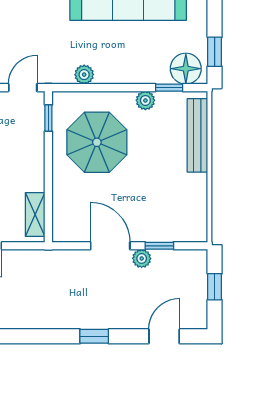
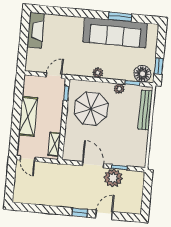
plant: (84, 75) -> (98, 73), moved
plant: (142, 258) -> (113, 178), width x1.87, depth x1.87
window: (215, 287) -> (147, 192), removed
door: (164, 336) -> (104, 215), moved

